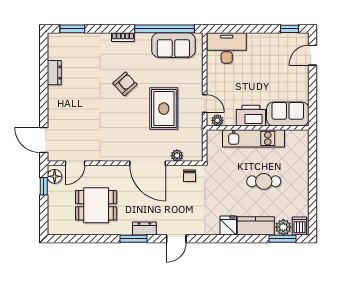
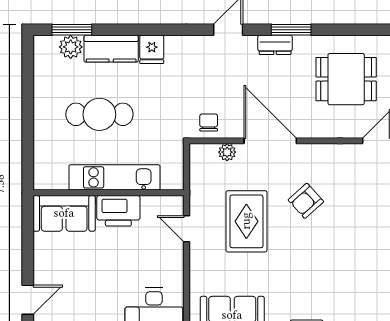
armchair: (125, 84) -> (306, 201), moved
plant: (217, 120) -> (168, 204), removed
cafe table: (264, 181) -> (99, 114), width x1.37, depth x1.35
dishwasher: (299, 226) -> (47, 49), removed

